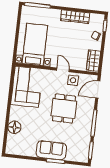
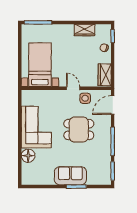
wardrobe: (75, 17) -> (85, 30), width x0.67
corner sofa: (27, 87) -> (36, 127), moved
dining table: (64, 108) -> (79, 130), turned 90

